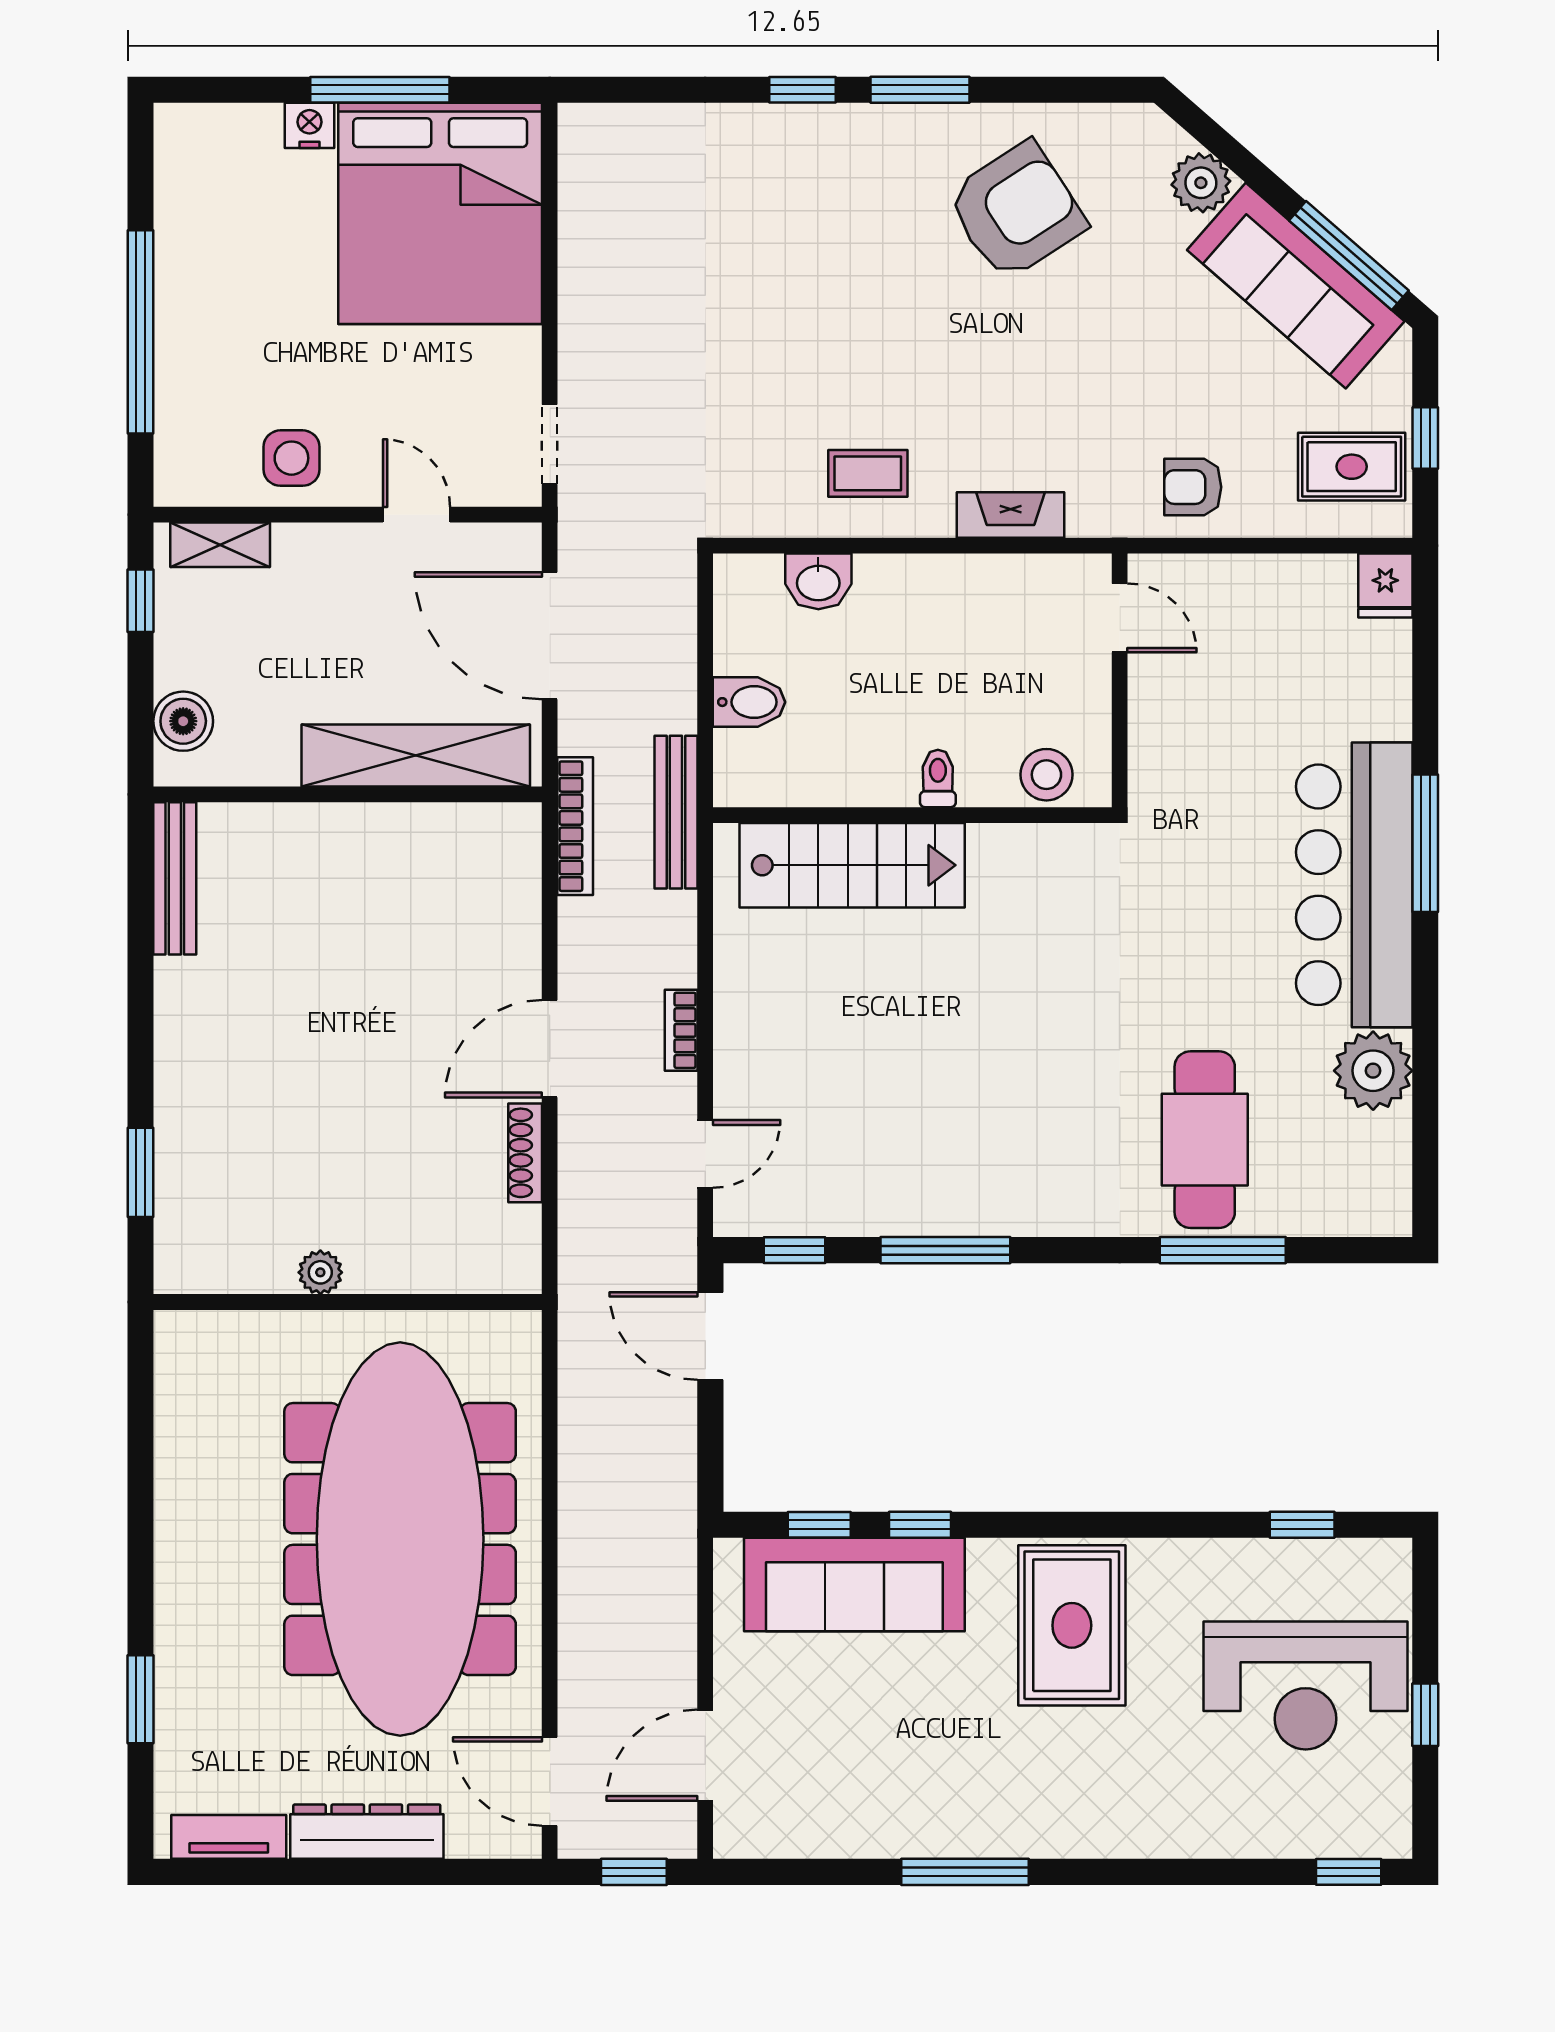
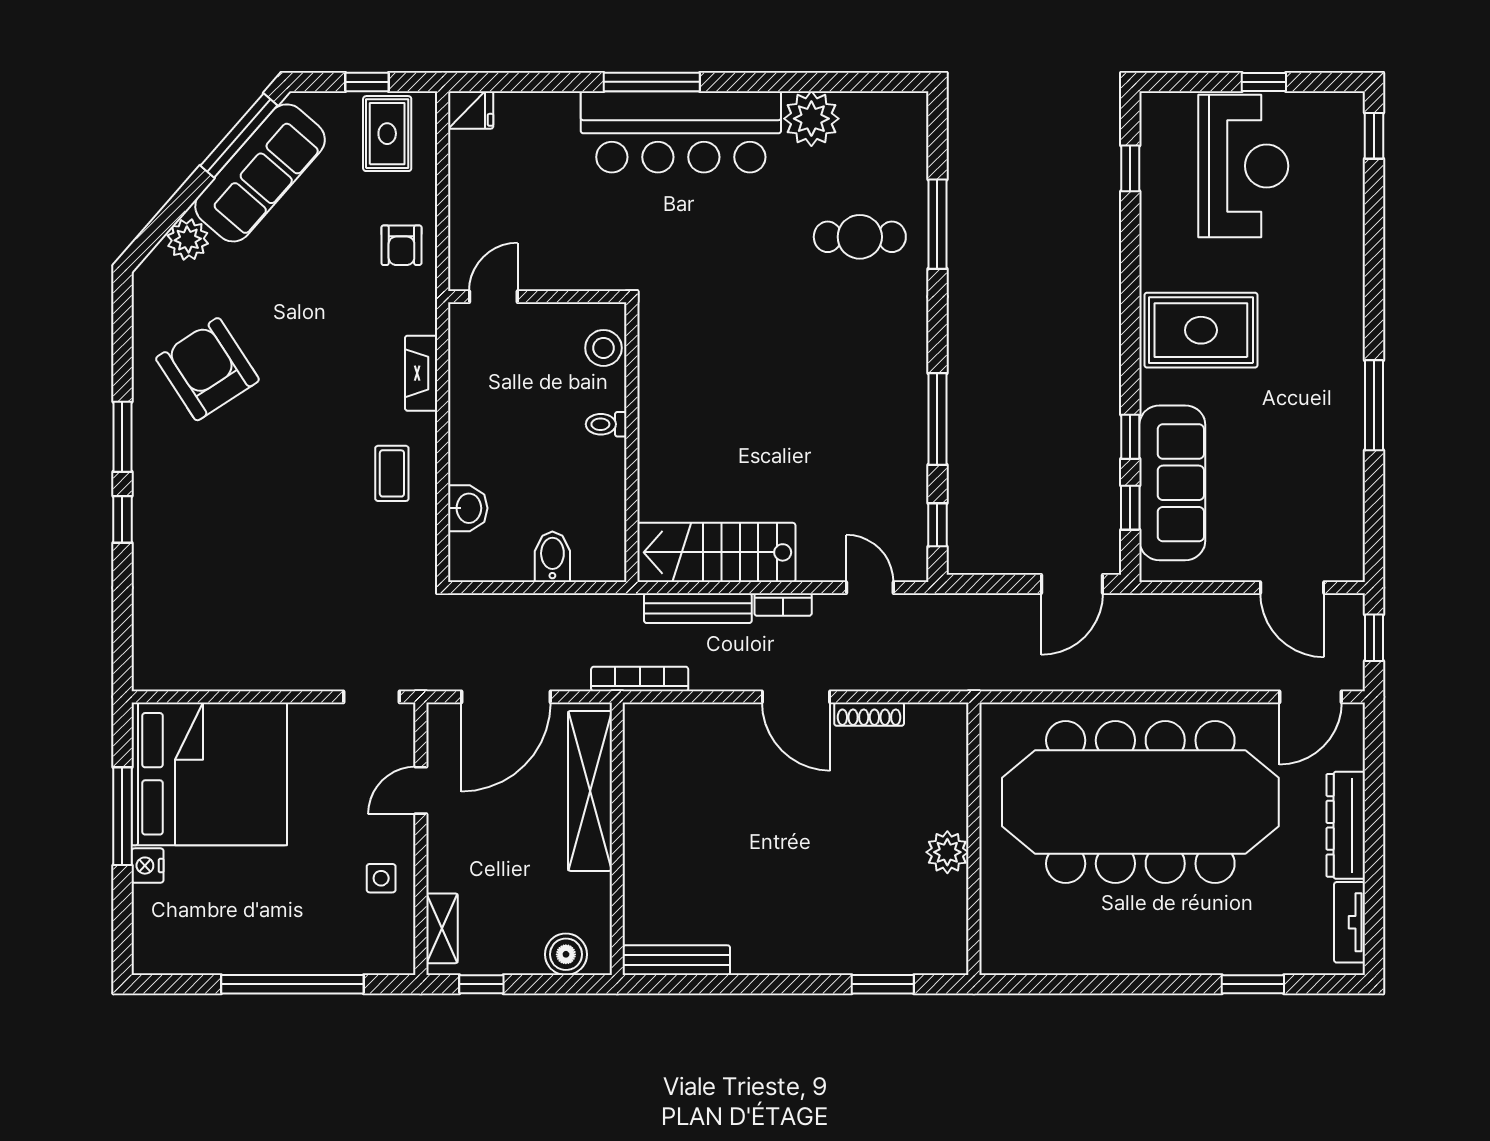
side table: (291, 458) -> (381, 878), width x0.73, depth x0.73
bench: (676, 812) -> (698, 608), moved
stairs: (852, 865) -> (716, 552), moved, turned -90
cafe table: (1205, 1140) -> (860, 237), width x0.73, depth x0.74
plant: (320, 1272) -> (947, 852), width x1.38, depth x1.38
door: (710, 1336) -> (1072, 584), moved

